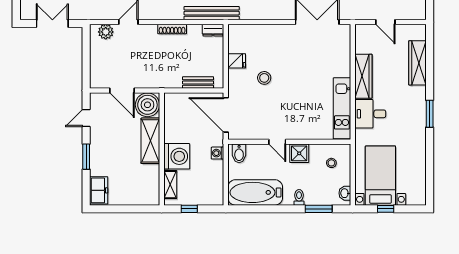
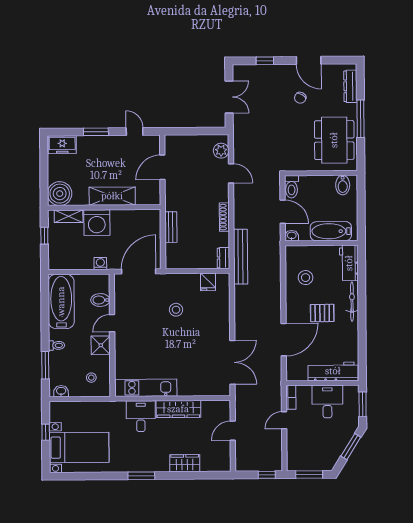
fridge: (237, 61) -> (208, 282), moved
wardrobe: (417, 63) -> (185, 463), width x0.67
bench: (198, 82) -> (171, 227), moved
boiler: (147, 105) -> (60, 194), moved
bidet: (239, 153) -> (100, 300), moved
bed with nightstands: (380, 176) -> (79, 447), moved

